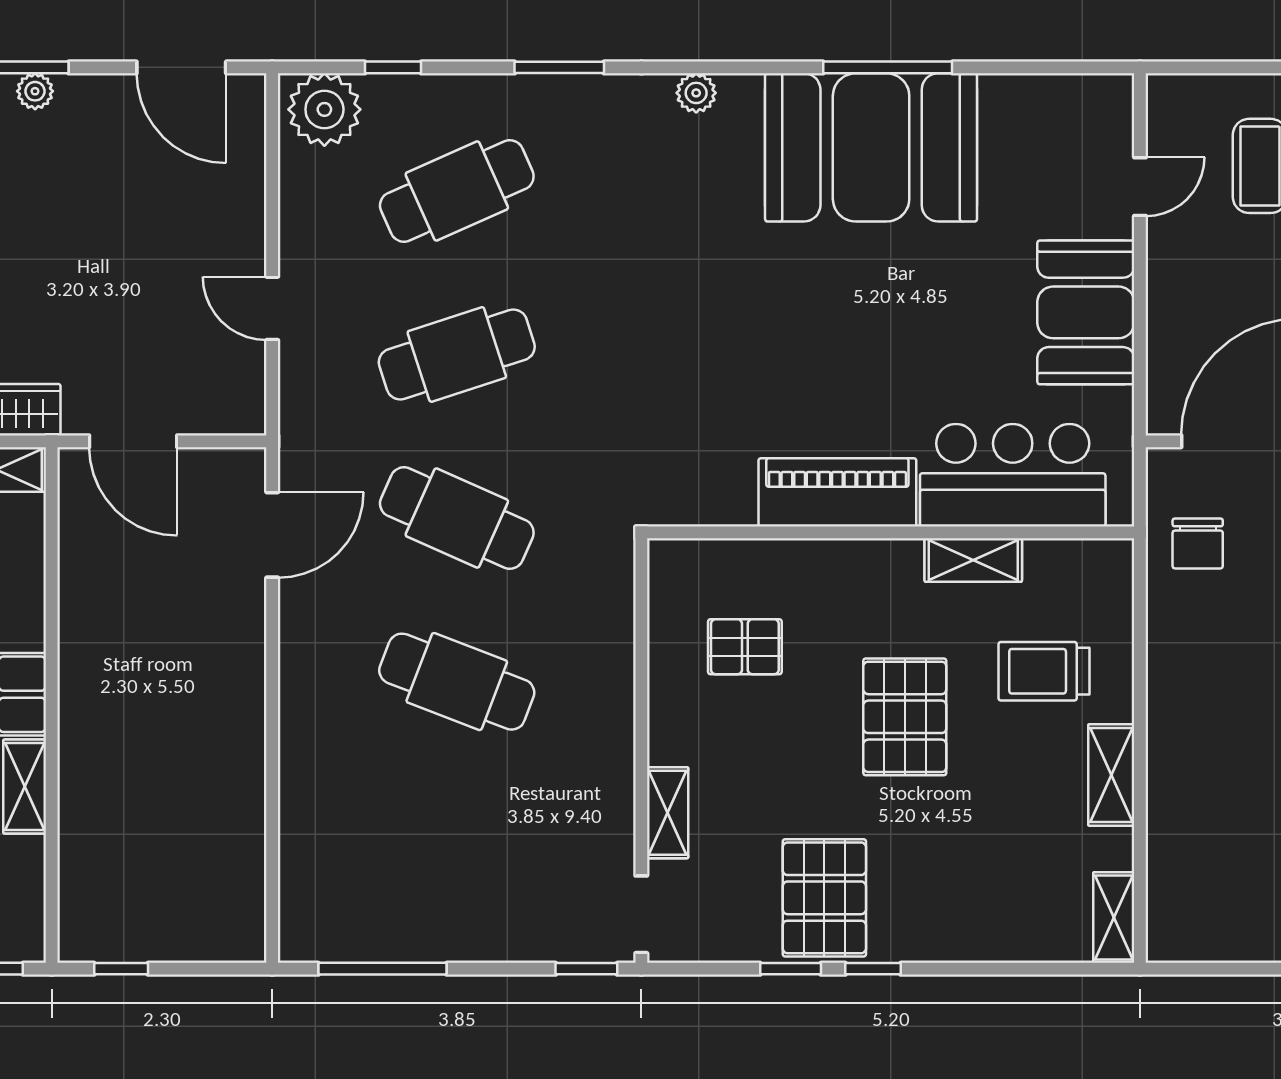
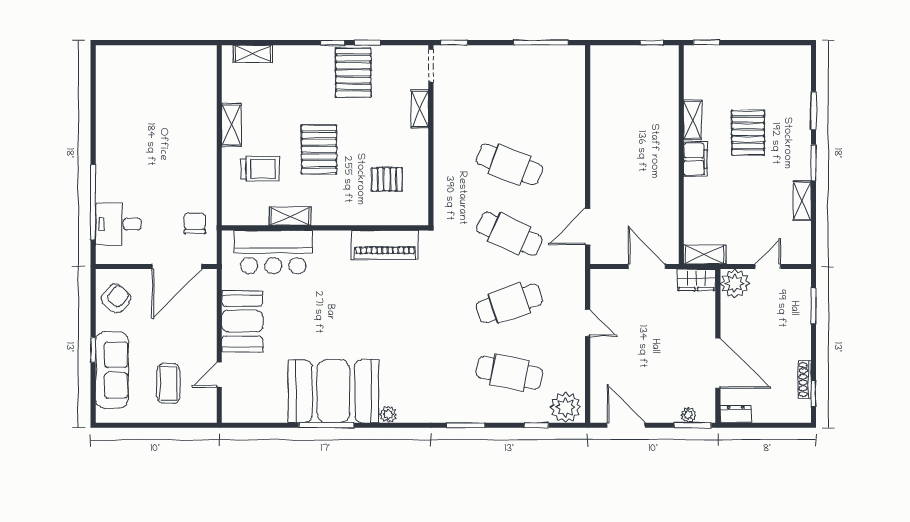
plant: (696, 93) -> (388, 414), moved
cafe table: (457, 191) -> (509, 373), turned 36
piano: (837, 492) -> (385, 245), moved
shelving: (1114, 917) -> (253, 54), moved, turned 90

